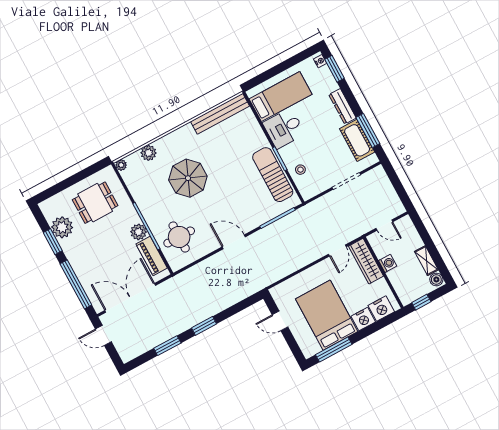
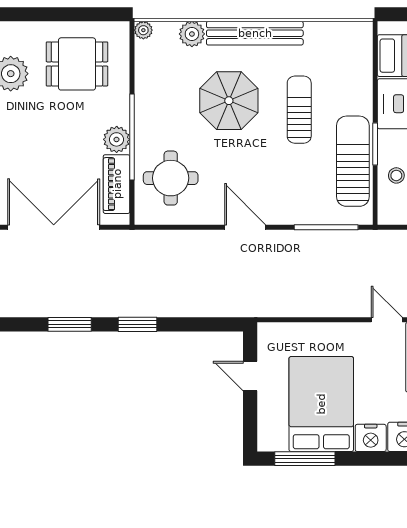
bench: (220, 114) -> (255, 33), moved
sun lounger: (229, 162) -> (299, 110), added
door: (337, 250) -> (387, 320), swing flipped

